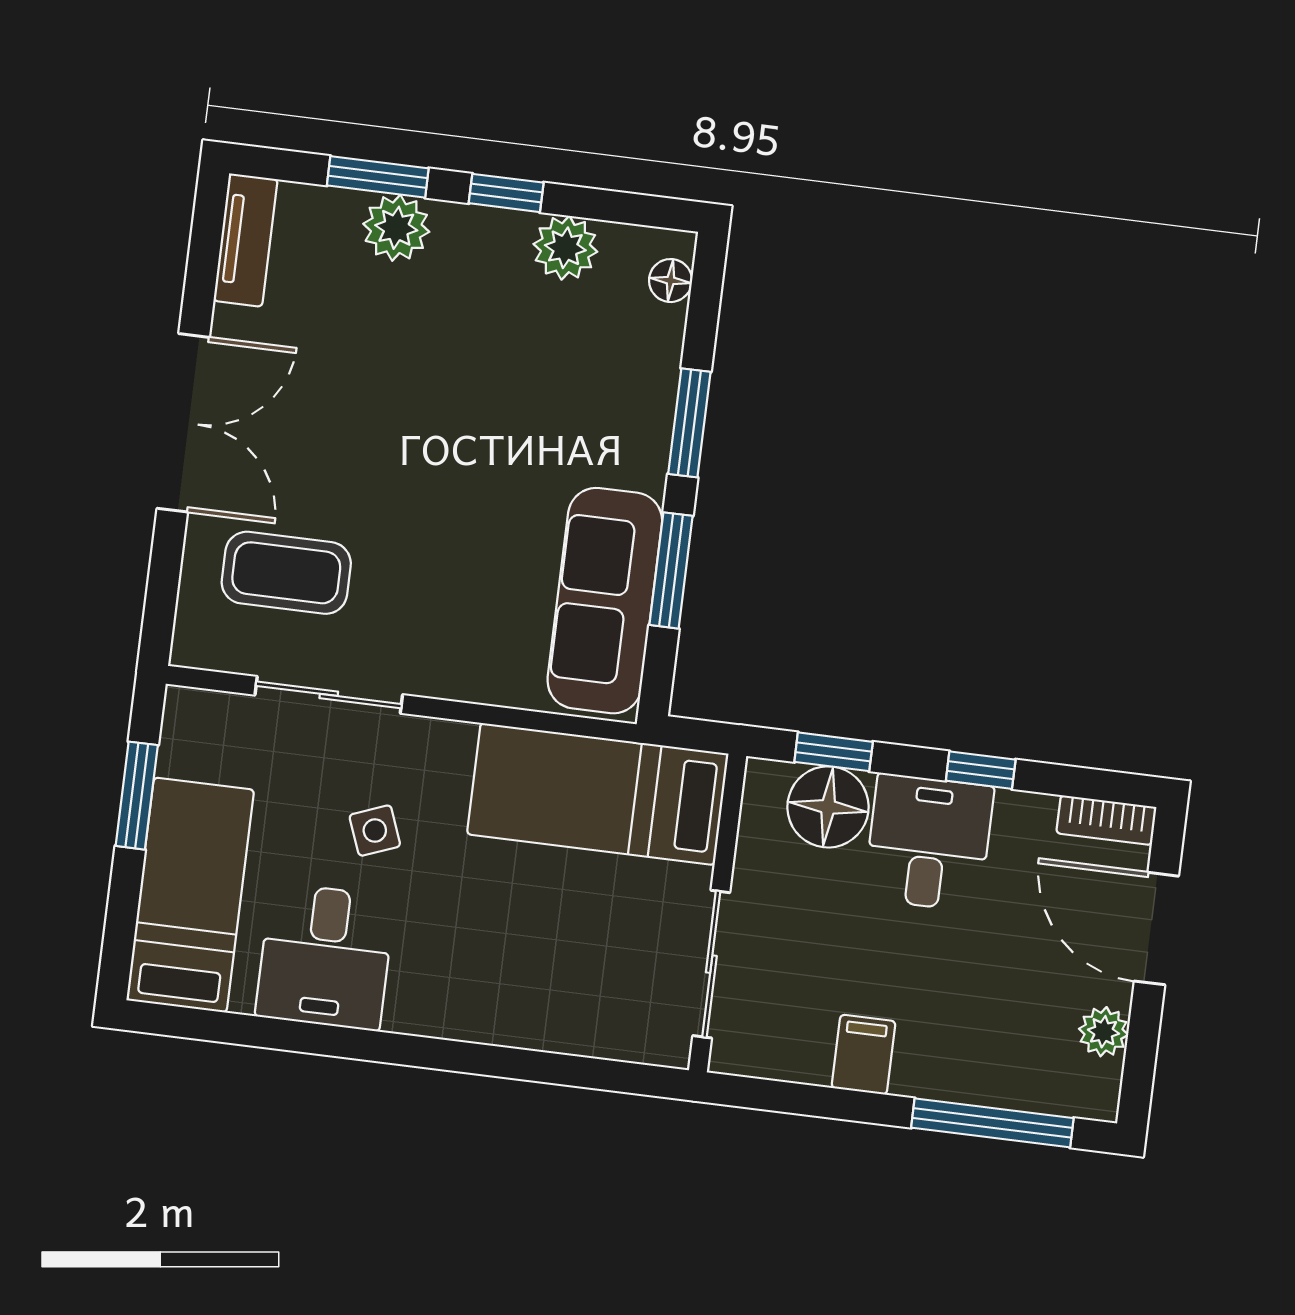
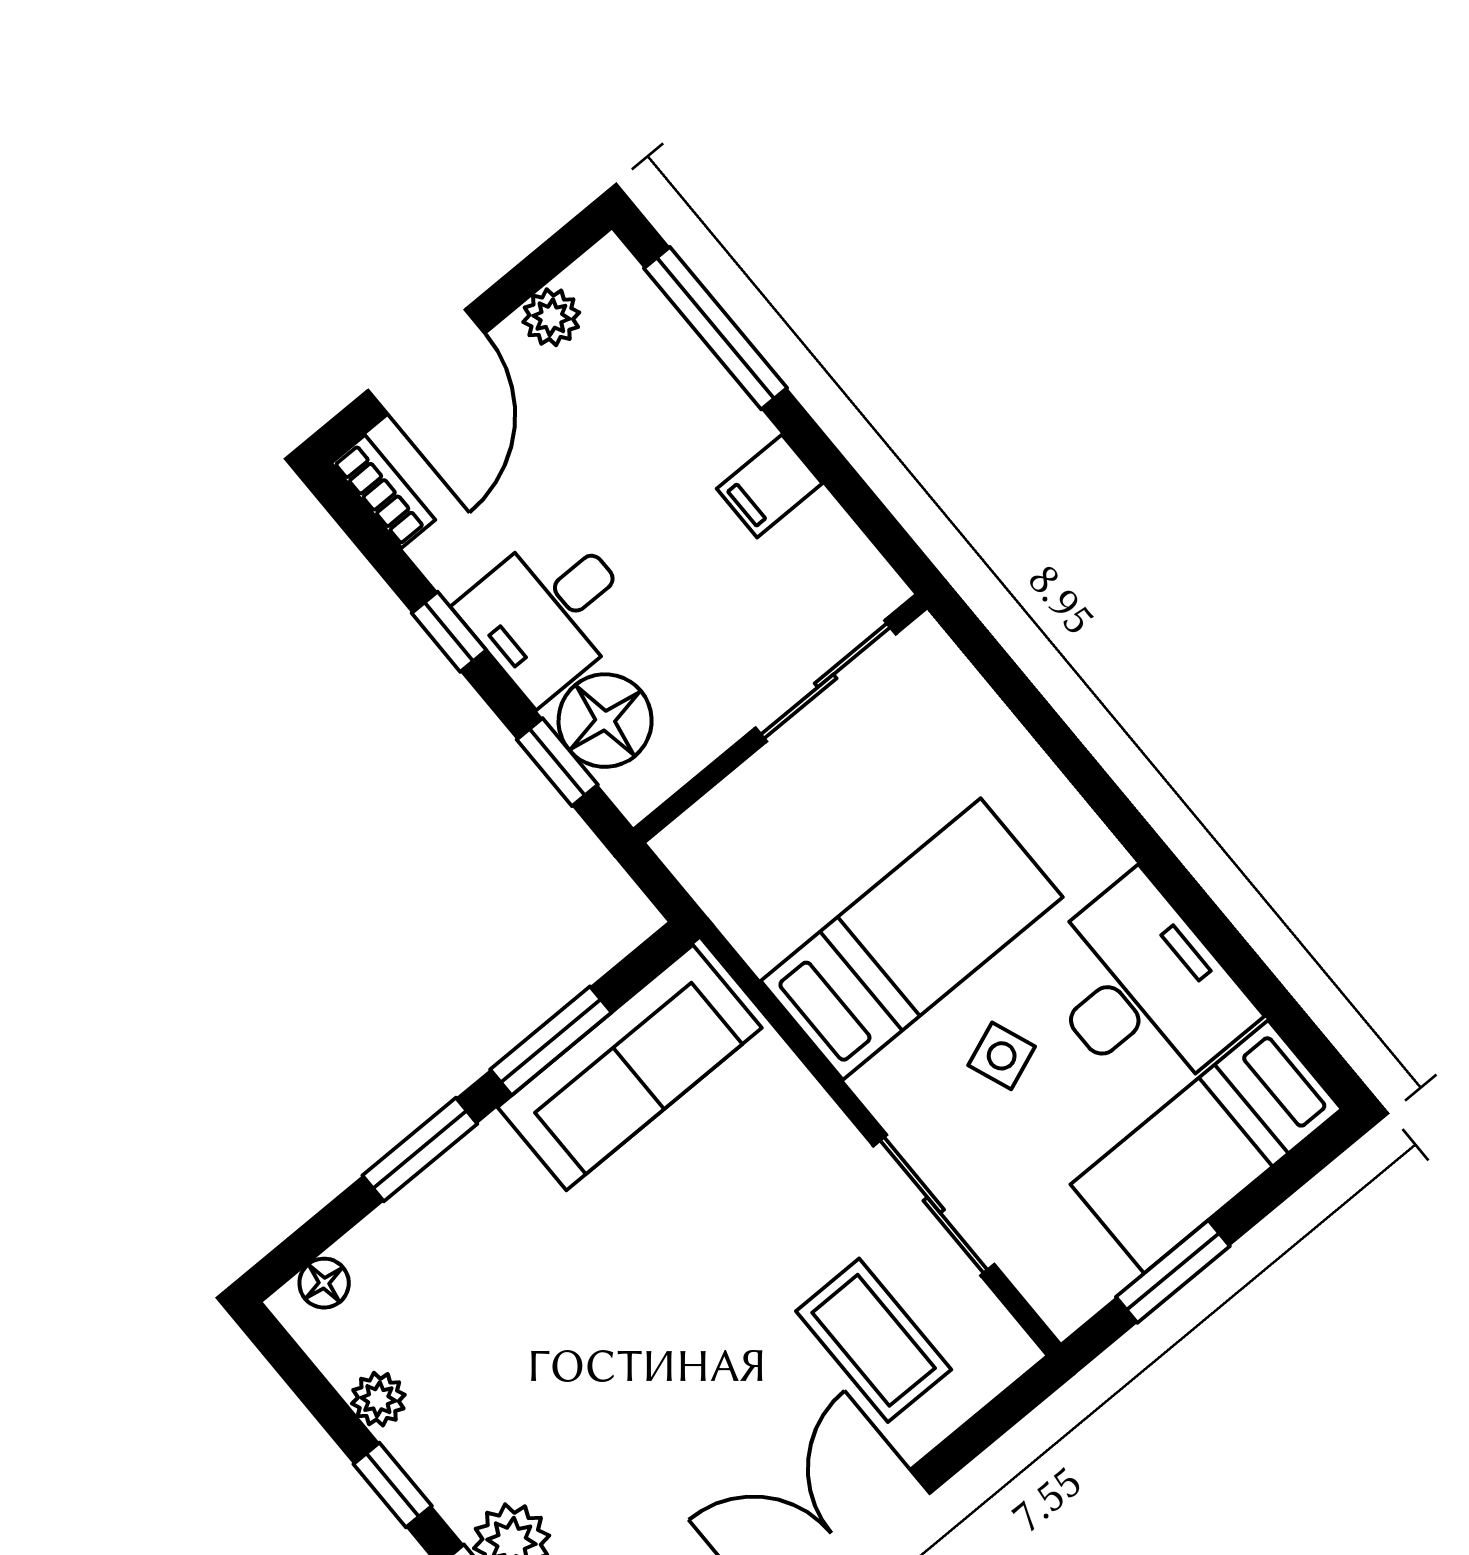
plant: (565, 248) -> (378, 1399), width x0.73, depth x0.73
bed: (598, 794) -> (912, 939), moved, turned -90
desk: (325, 957) -> (1142, 990), width x1.37

